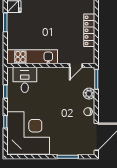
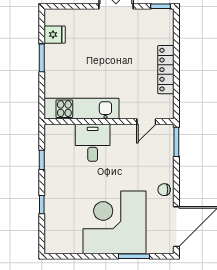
desk: (25, 80) -> (93, 143), moved
plant: (89, 94) -> (166, 163), removed
corner desk: (28, 133) -> (114, 222), moved, turned -90

